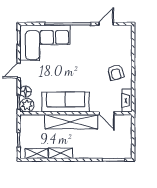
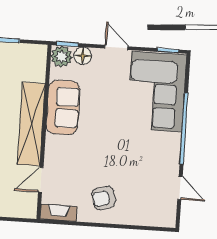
sofa: (66, 102) -> (63, 107), width x0.73

